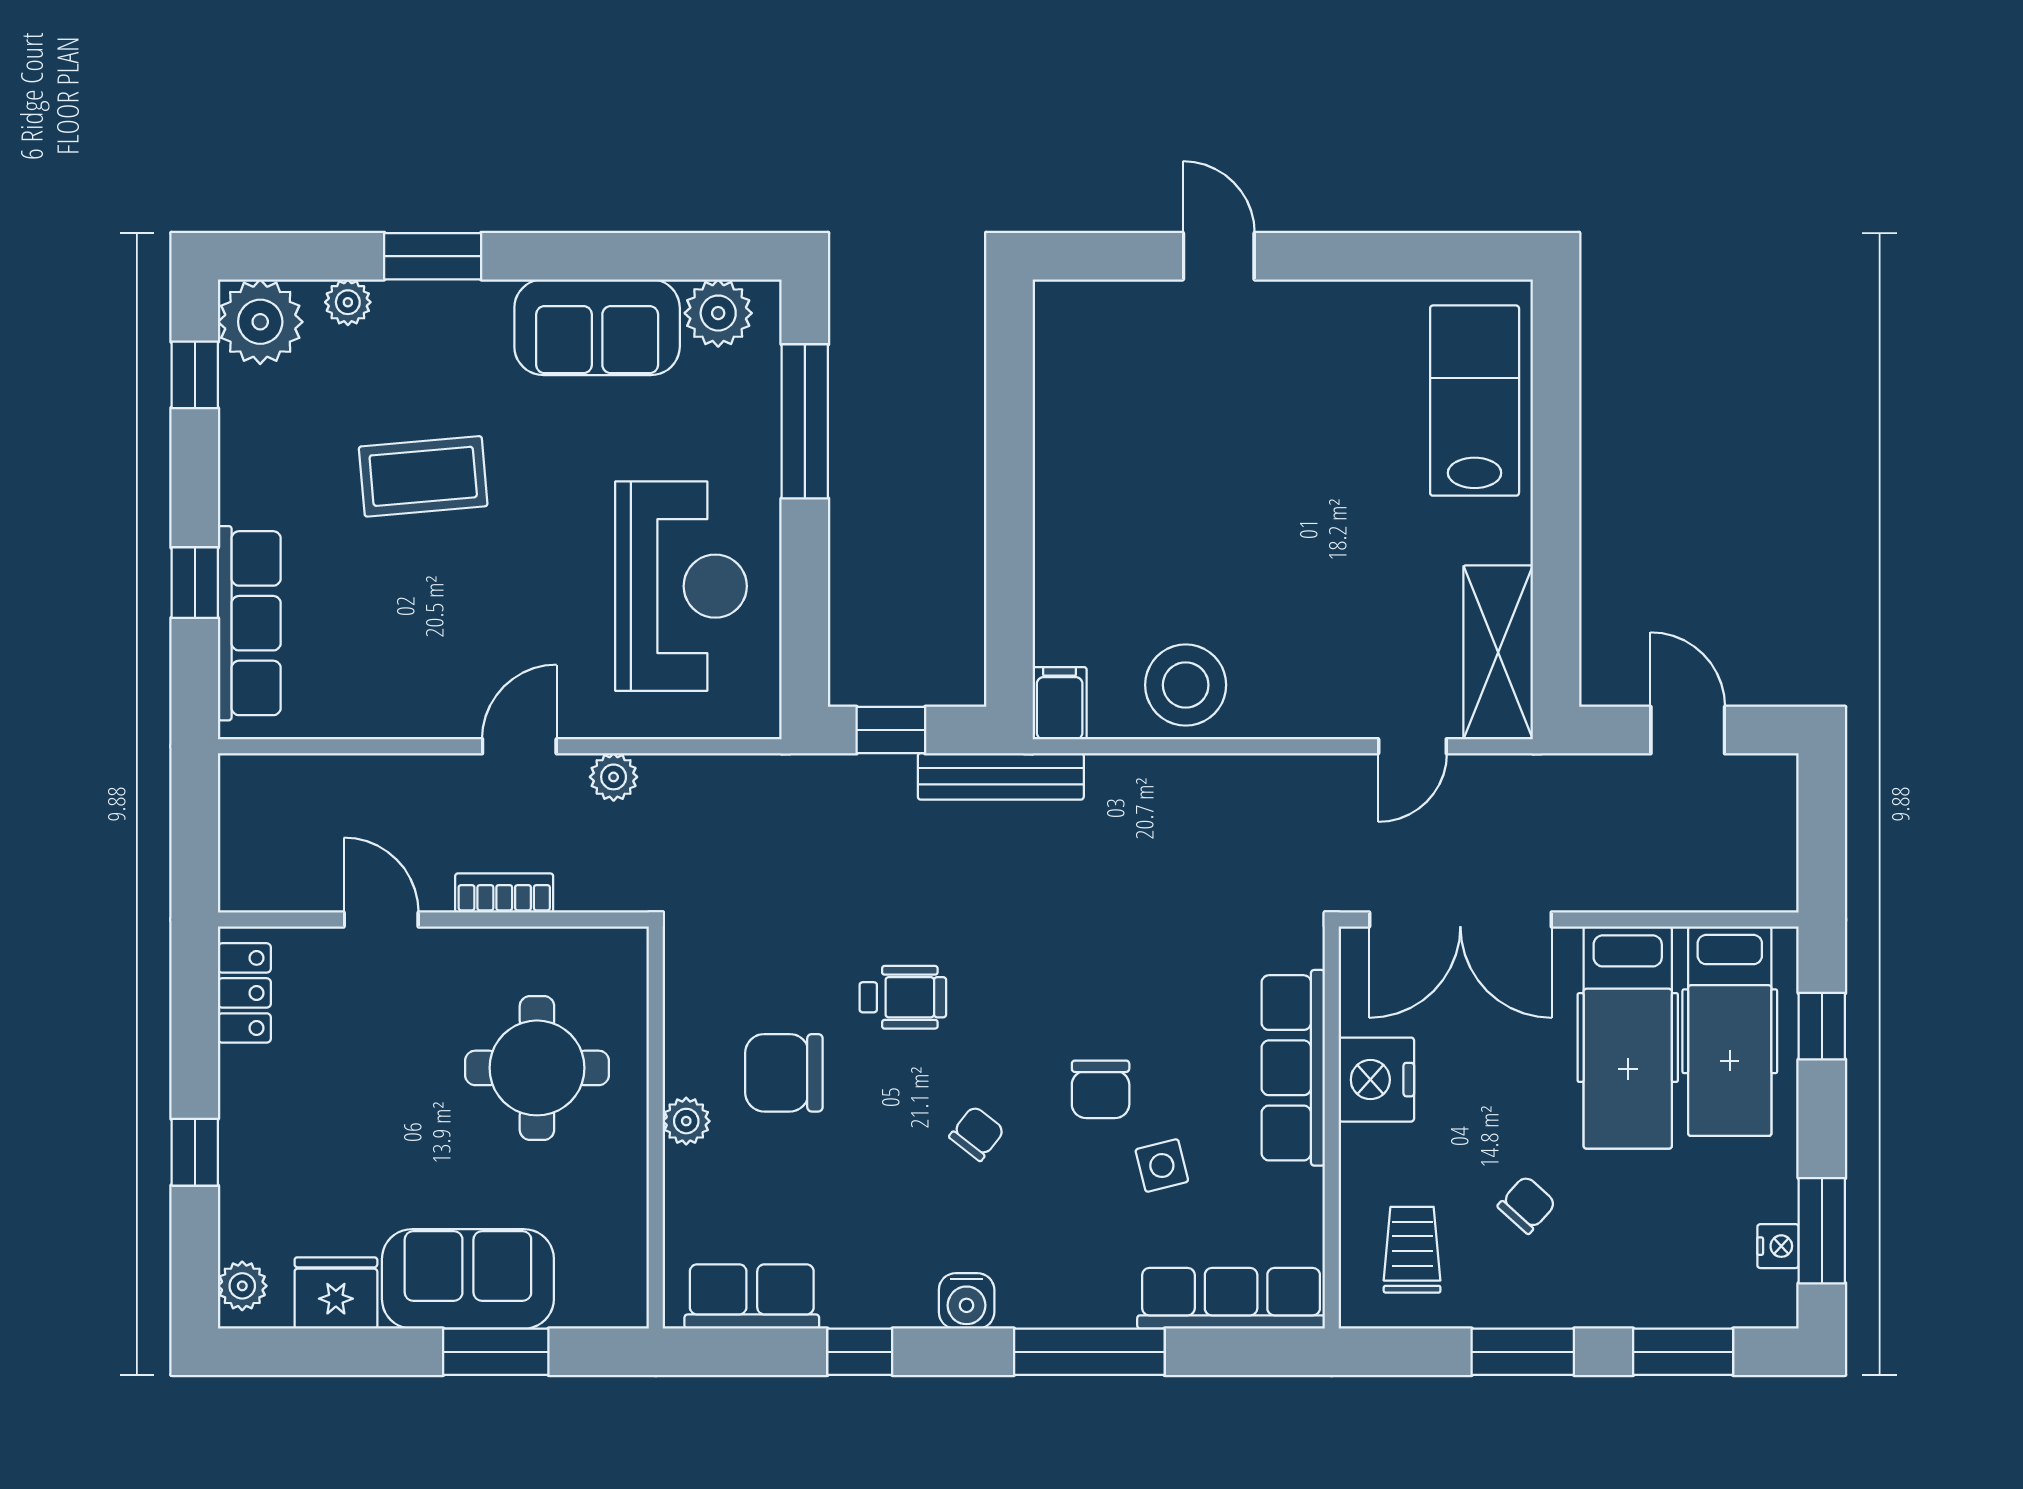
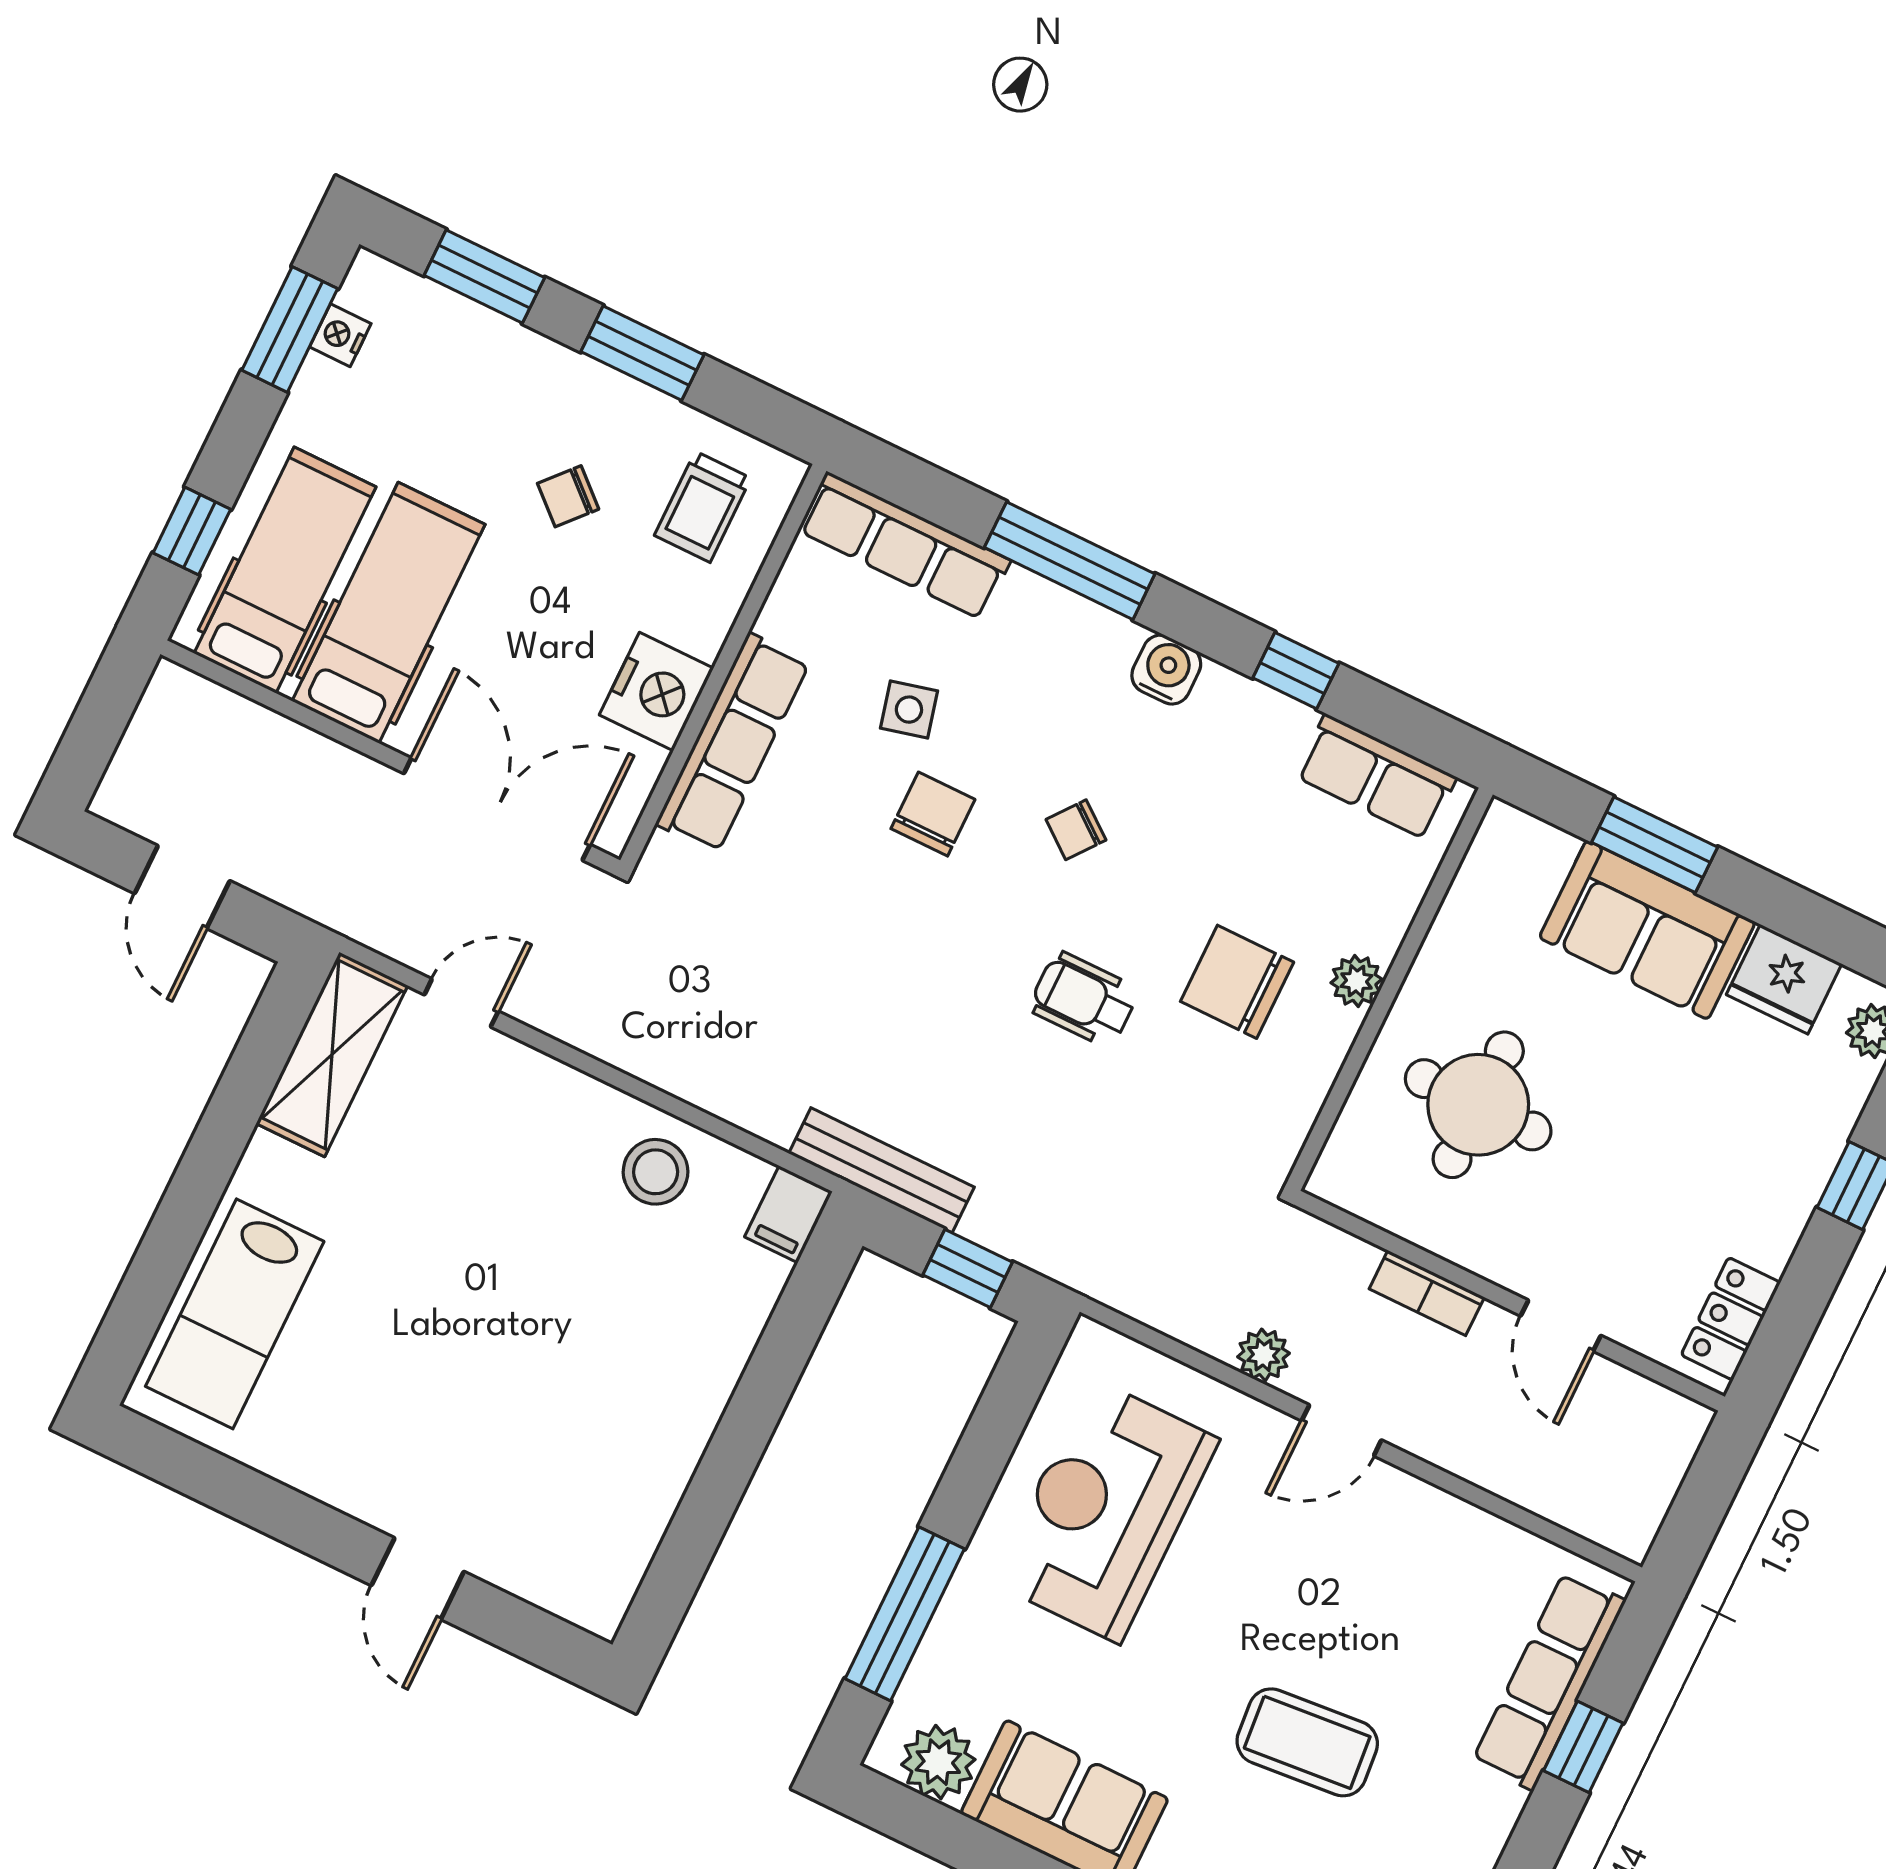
stool: (1186, 685) -> (656, 1172), width x0.73, depth x0.73
chair: (784, 1073) -> (1237, 982), turned 180

